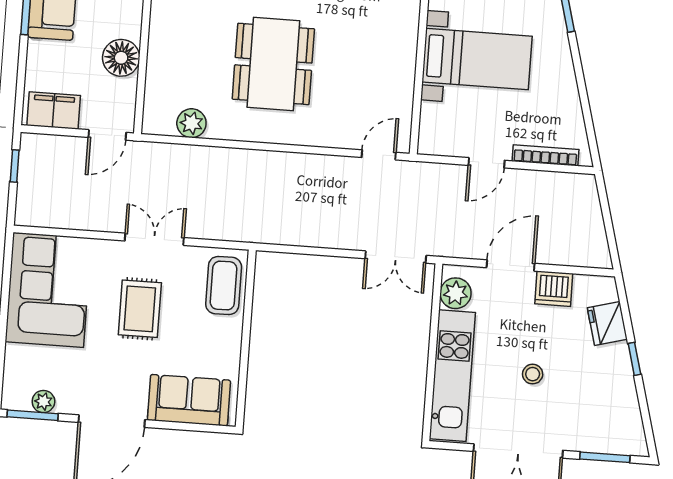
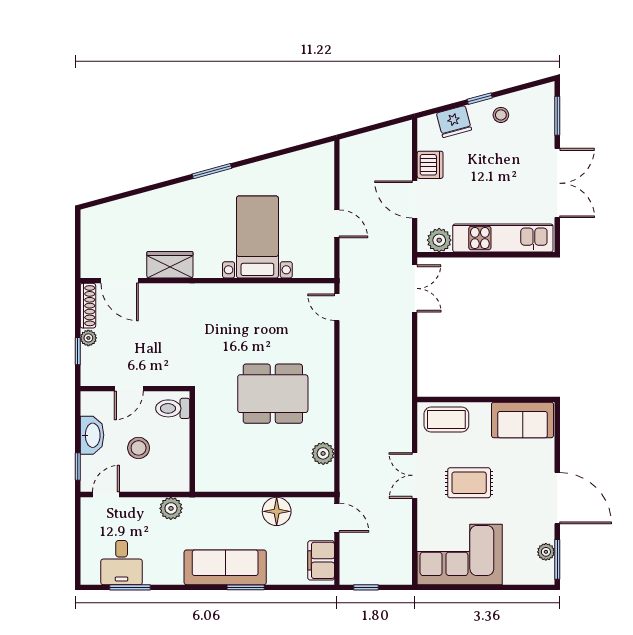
bookcase: (545, 155) -> (328, 179), removed
stool: (533, 374) -> (501, 115), moved
sofa: (189, 400) -> (523, 420), moved, turned -90

